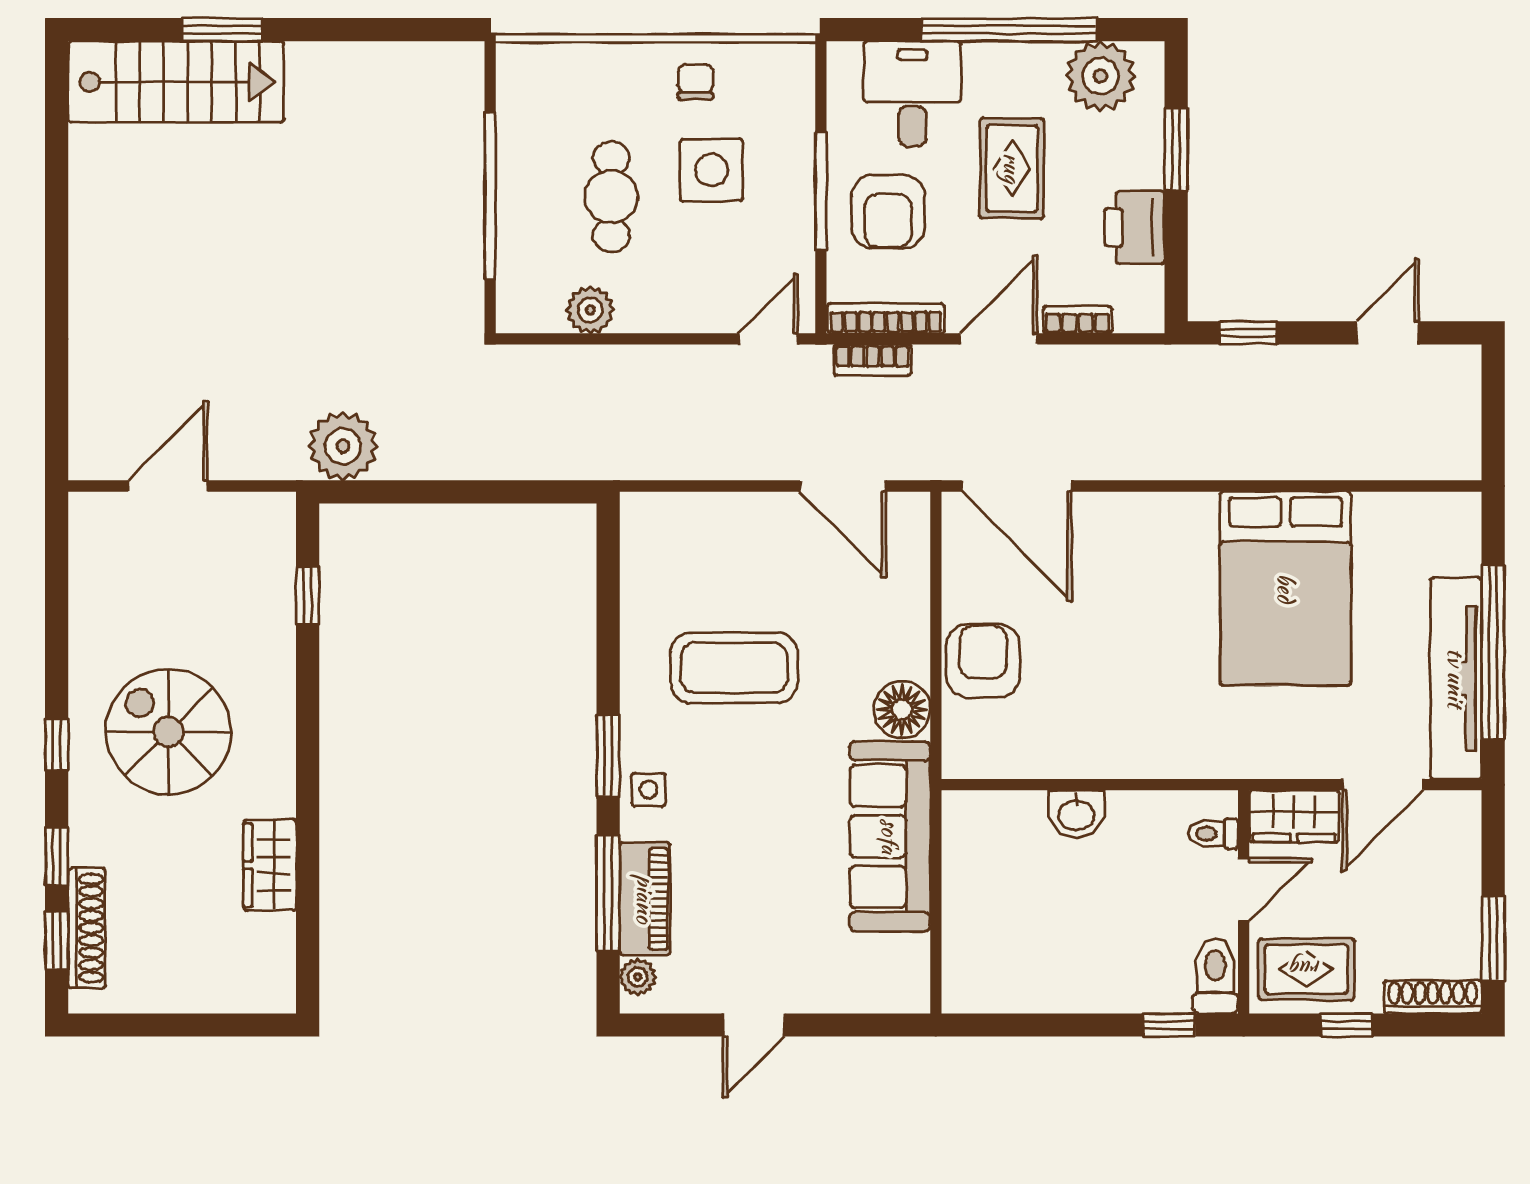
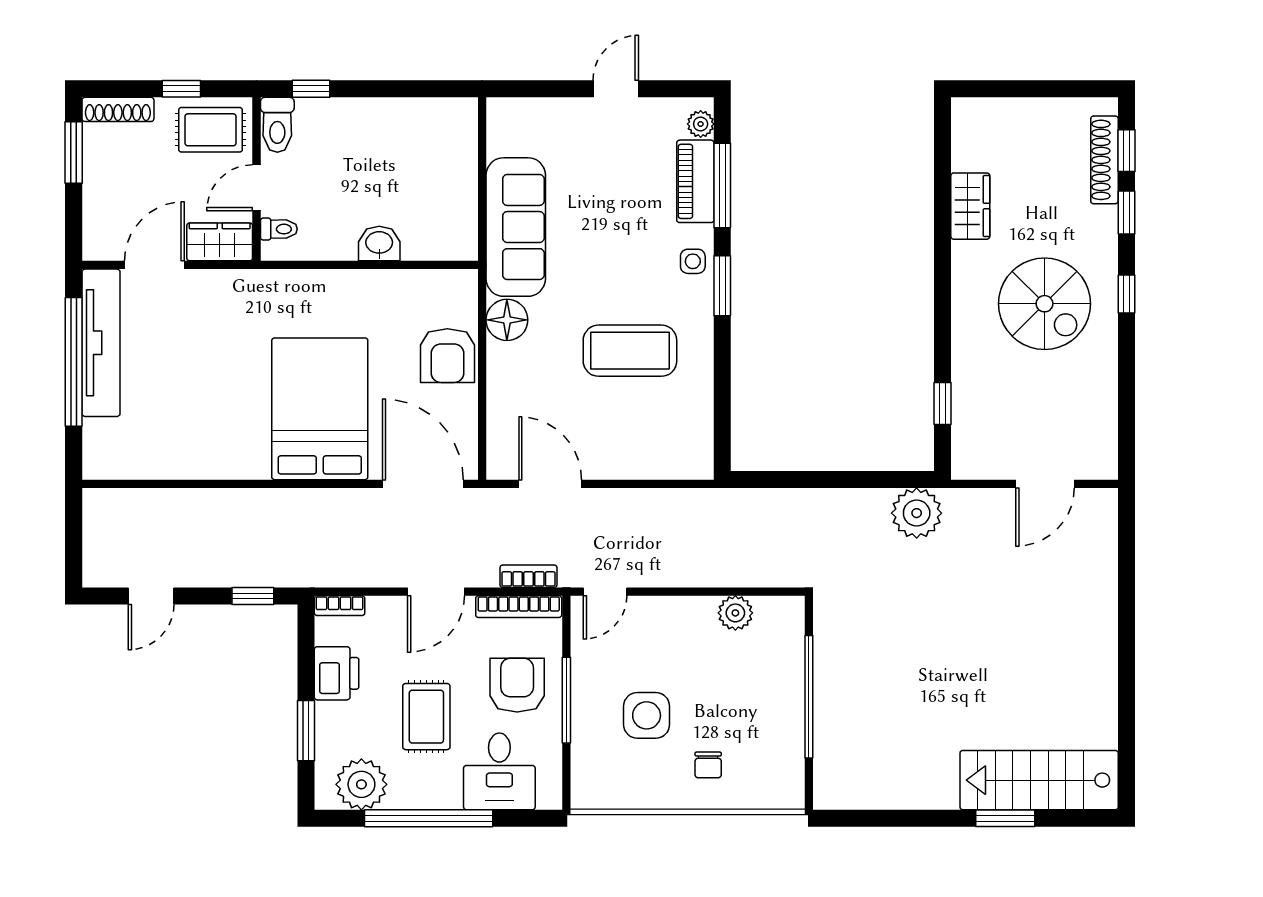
chair: (696, 82) -> (708, 765), moved
cafe table: (611, 197) -> (720, 696), removed
bookcase: (1078, 320) -> (340, 606), moved
bed: (1286, 588) -> (320, 409), moved

